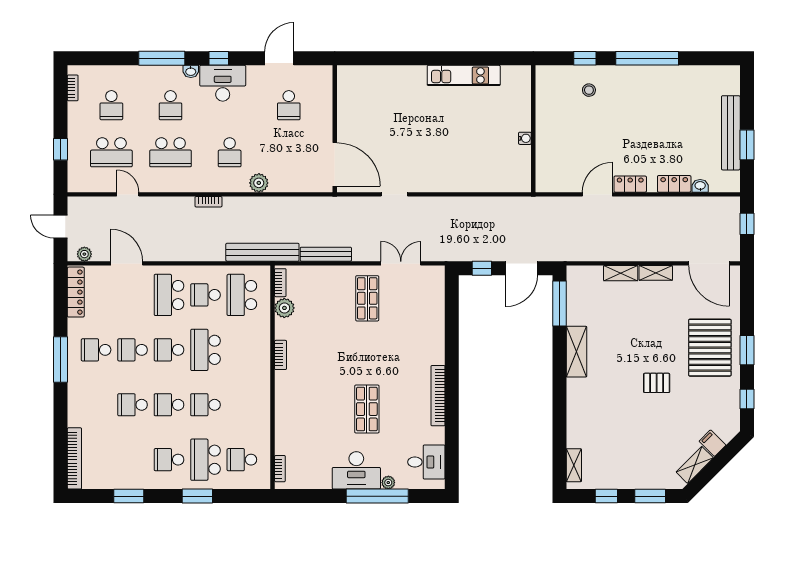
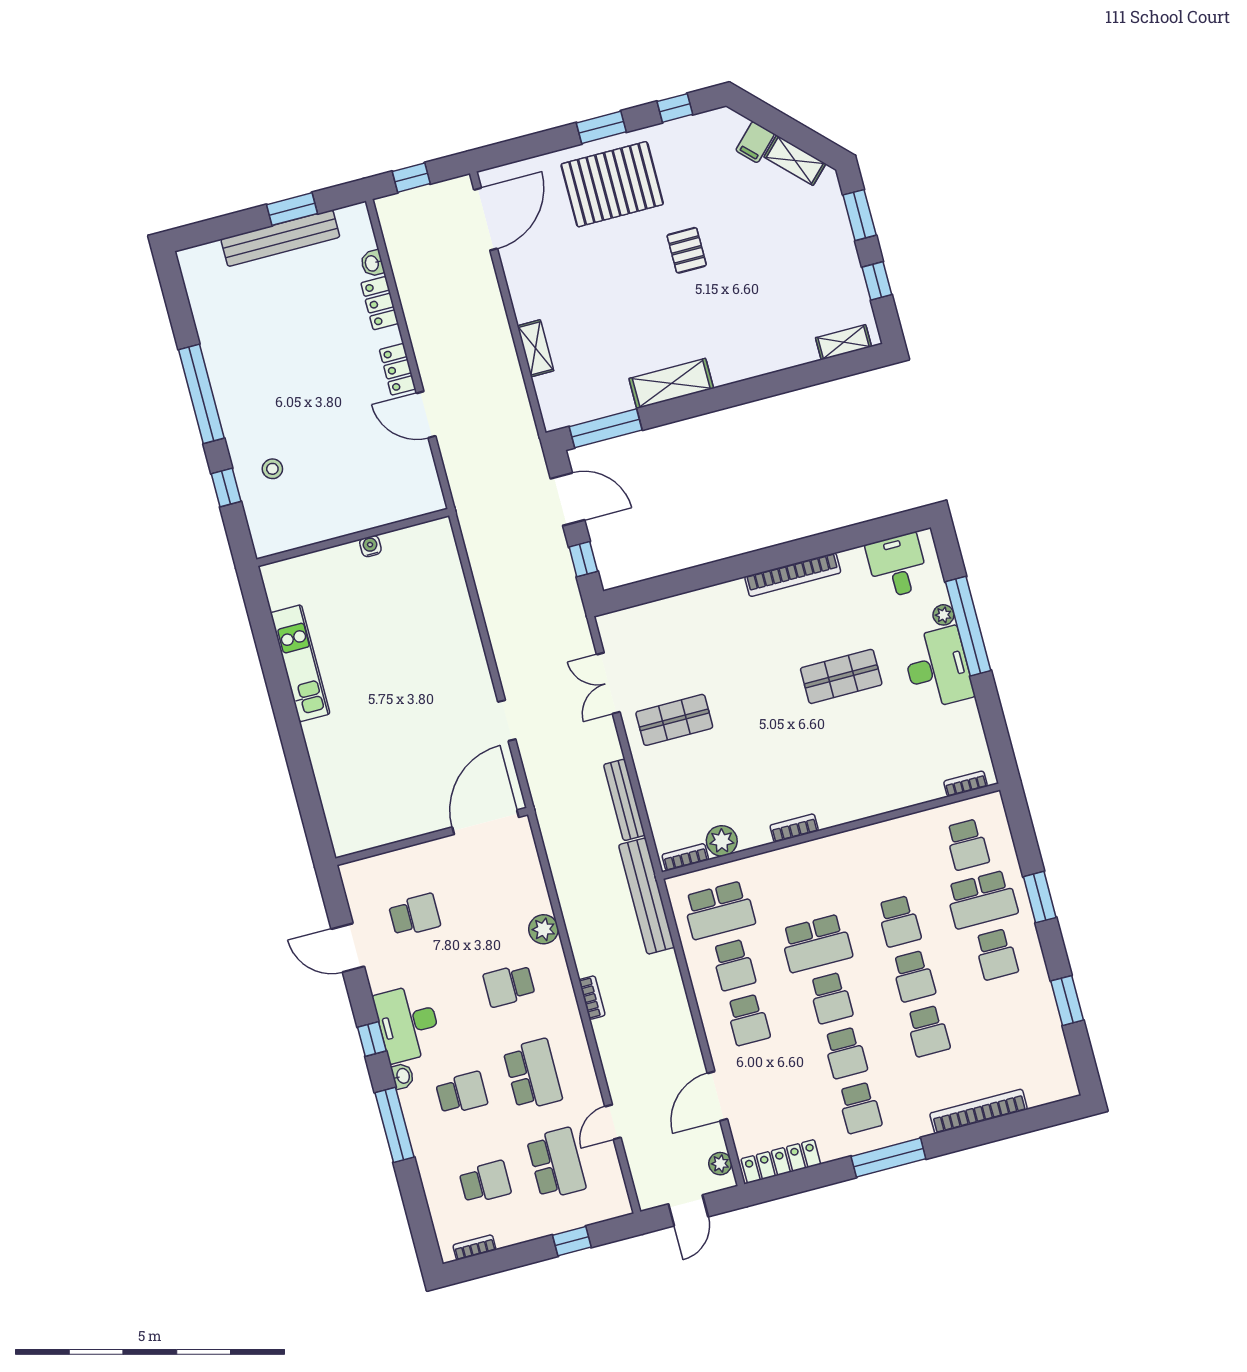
school desk: (230, 152) -> (509, 985), turned 180
shelving: (656, 273) -> (521, 295), removed
school desk: (169, 295) -> (748, 1020), width x0.54
bookcase: (74, 458) -> (979, 1111), moved

